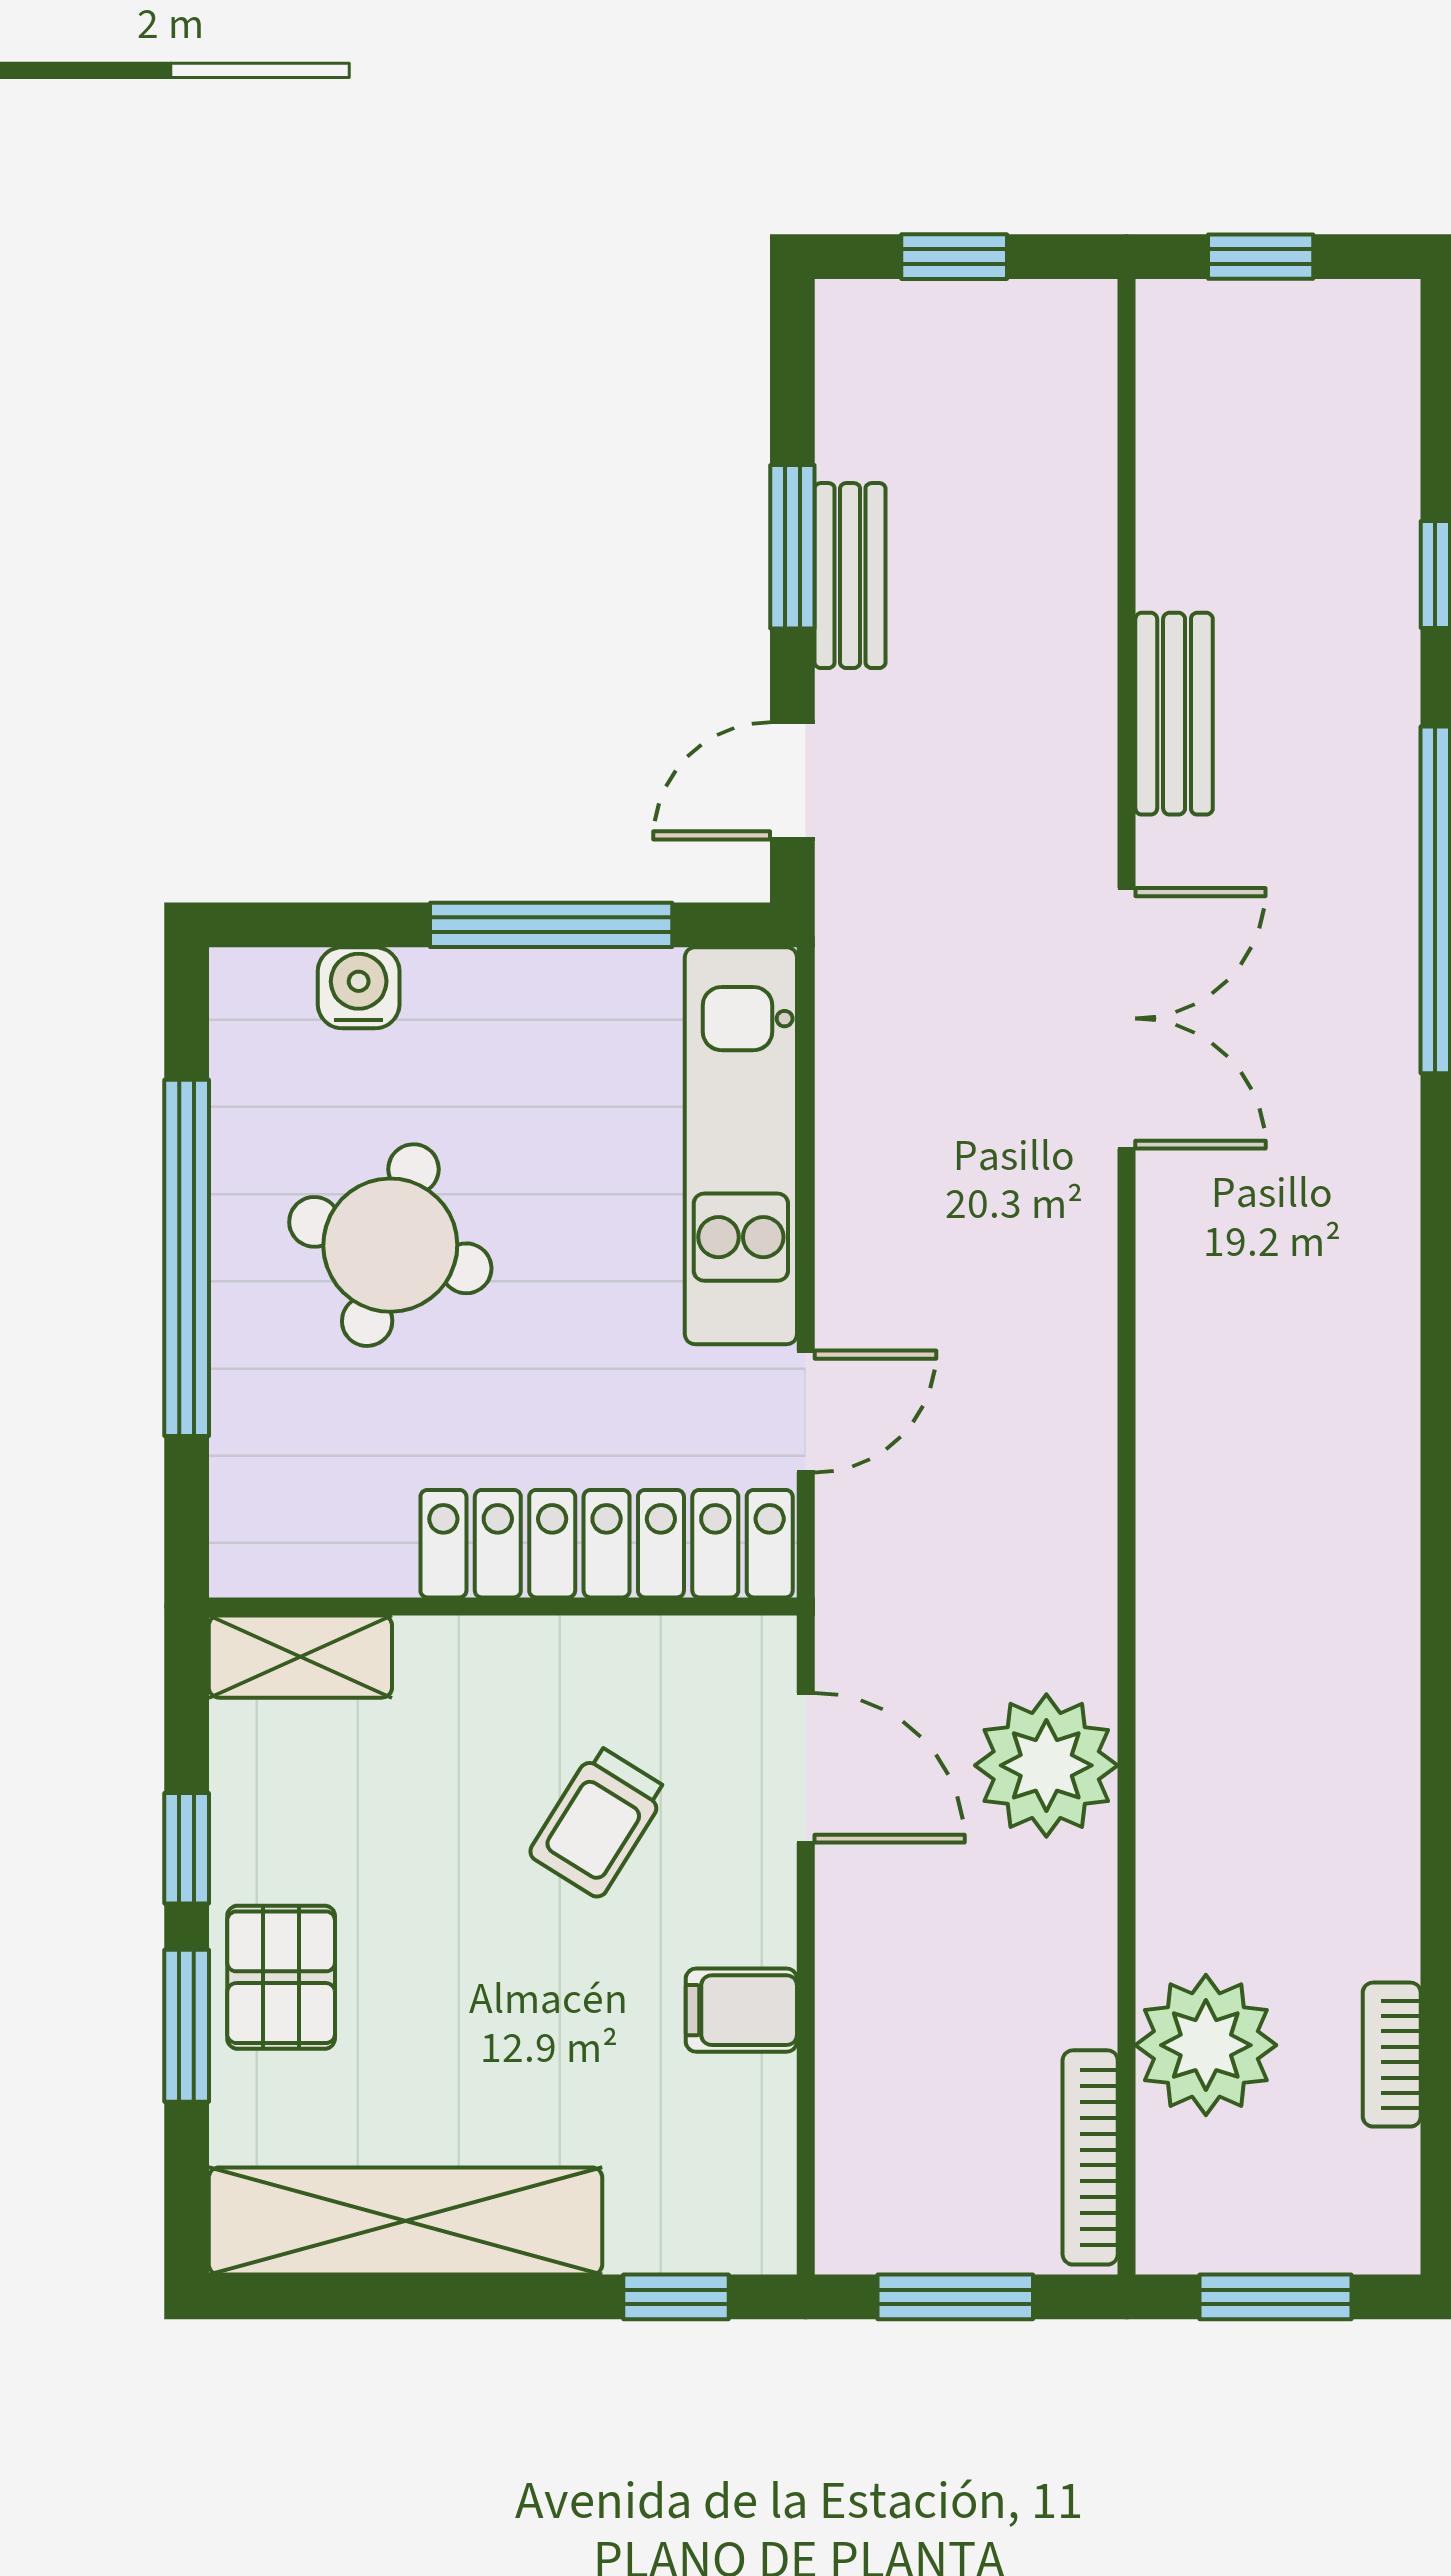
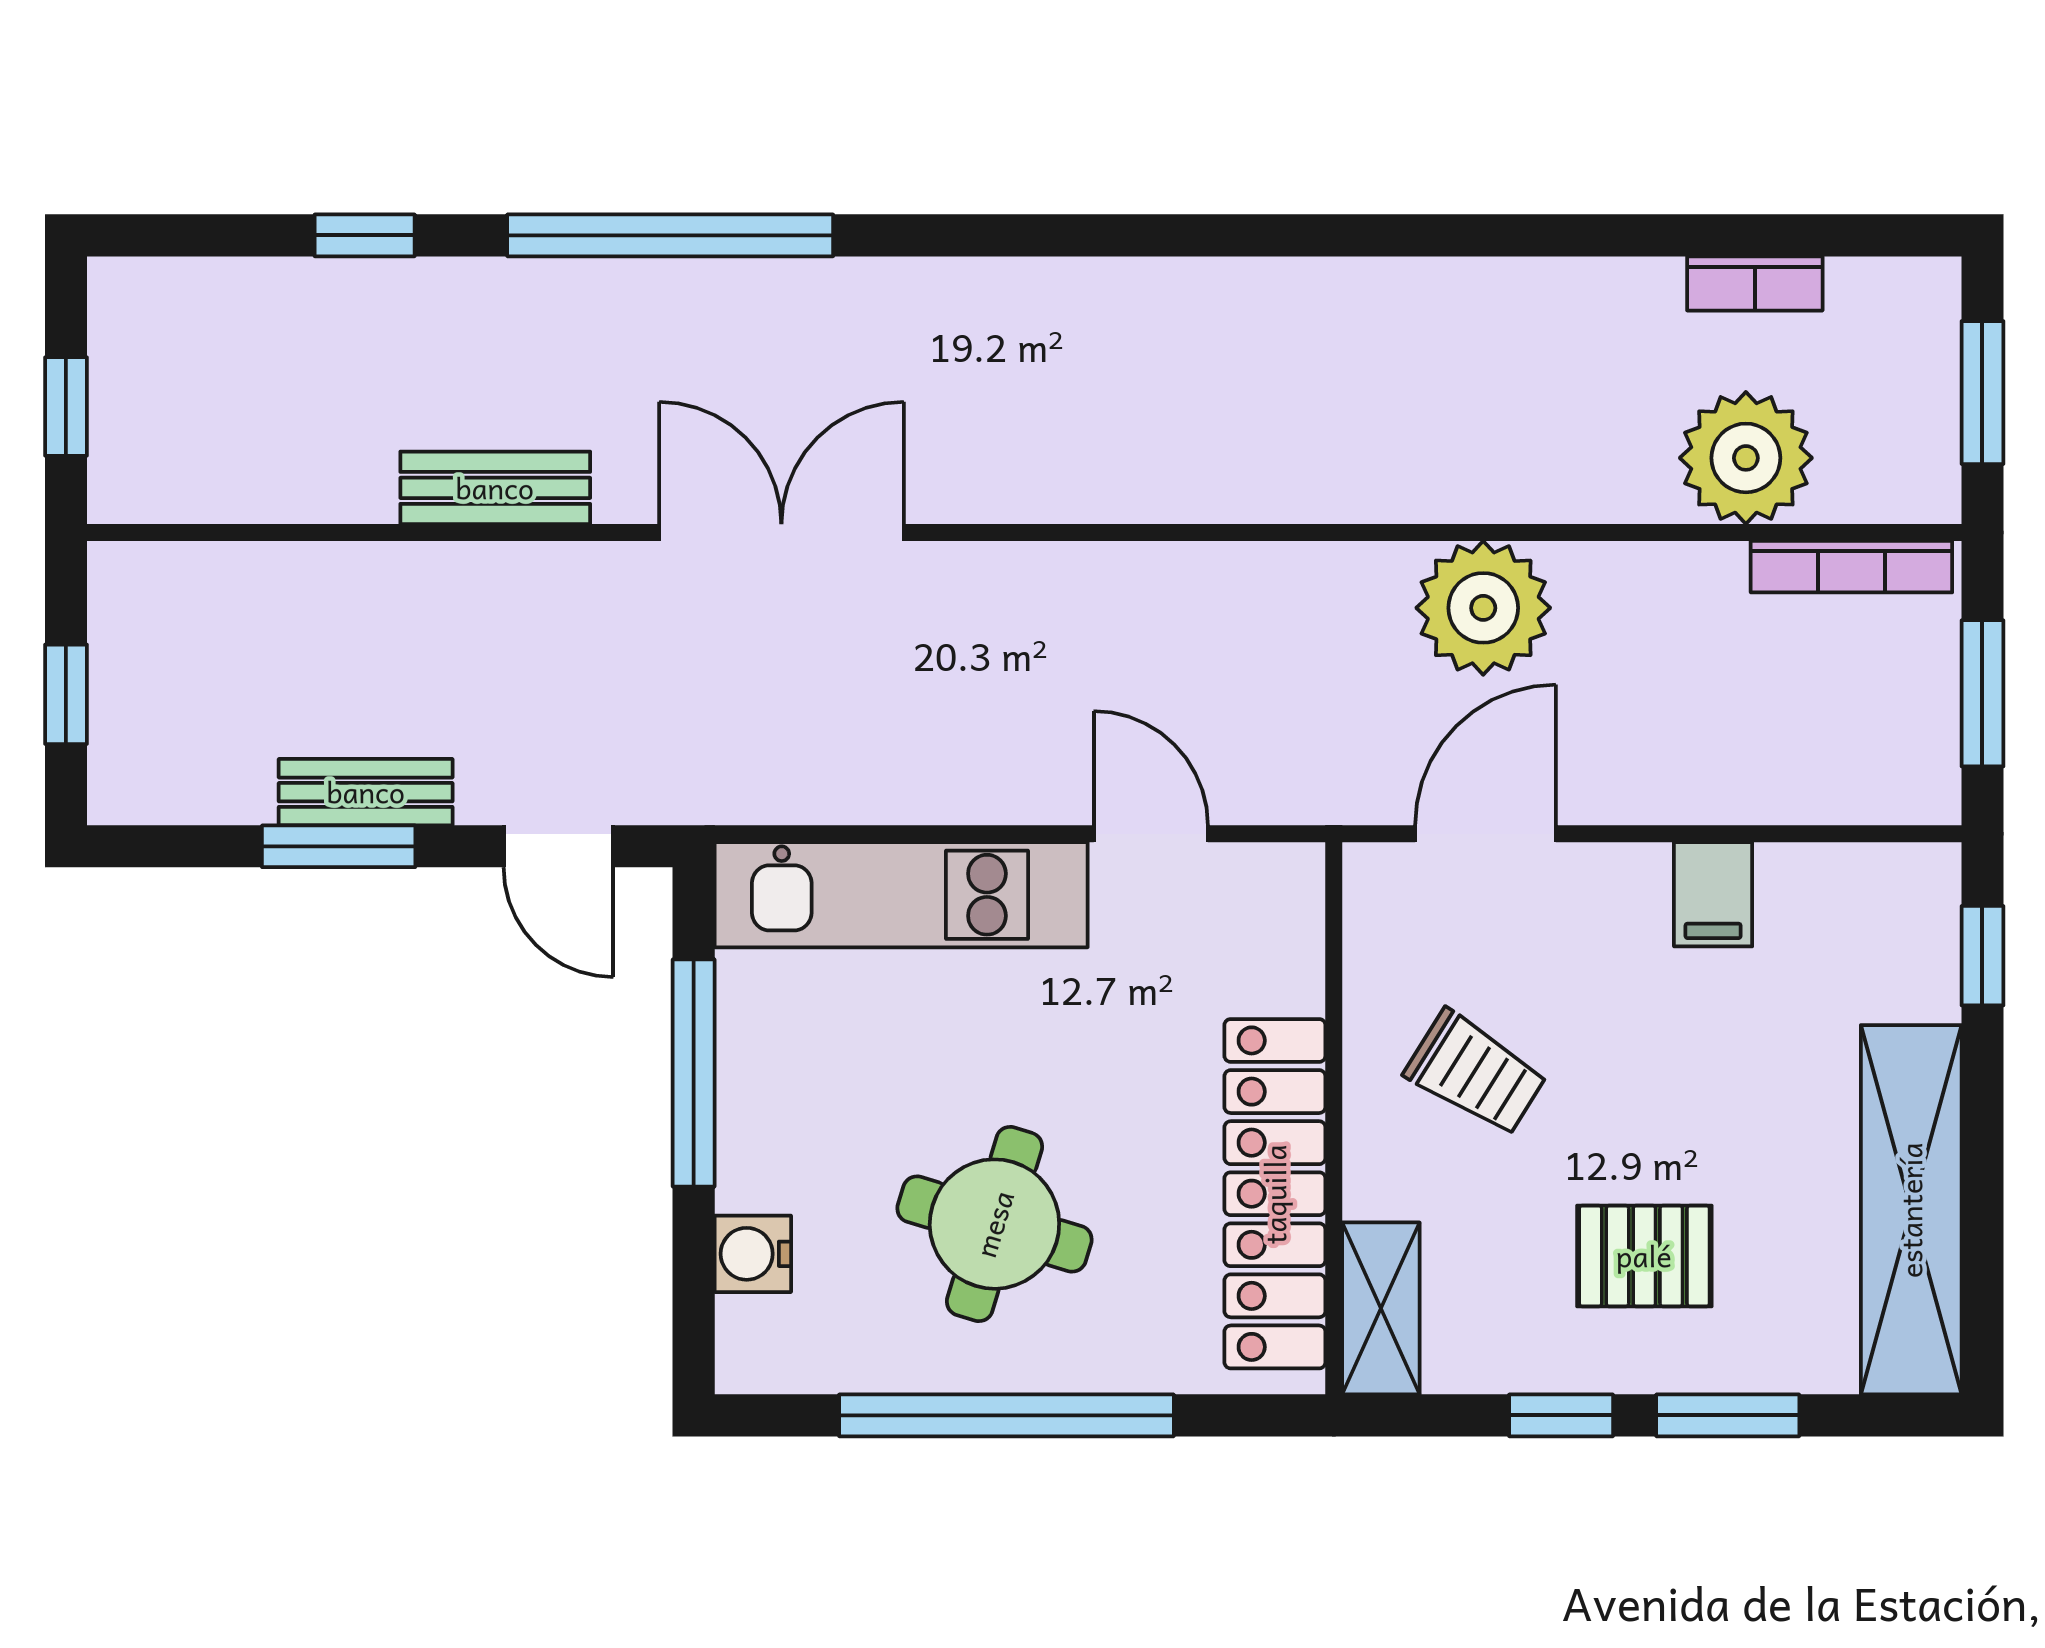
locker: (607, 1544) -> (1275, 1194), moved
trolley: (598, 1822) -> (1476, 1073), moved
pallet: (281, 1977) -> (1644, 1256), moved

